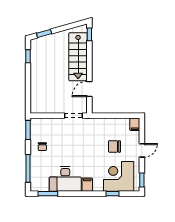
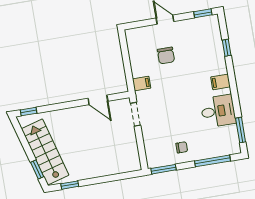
stairs: (78, 57) -> (45, 152), moved, turned -106
filing cabinet: (135, 124) -> (142, 83), moved
corner desk: (119, 176) -> (203, 44), removed
desk: (65, 179) -> (218, 111), width x0.73

